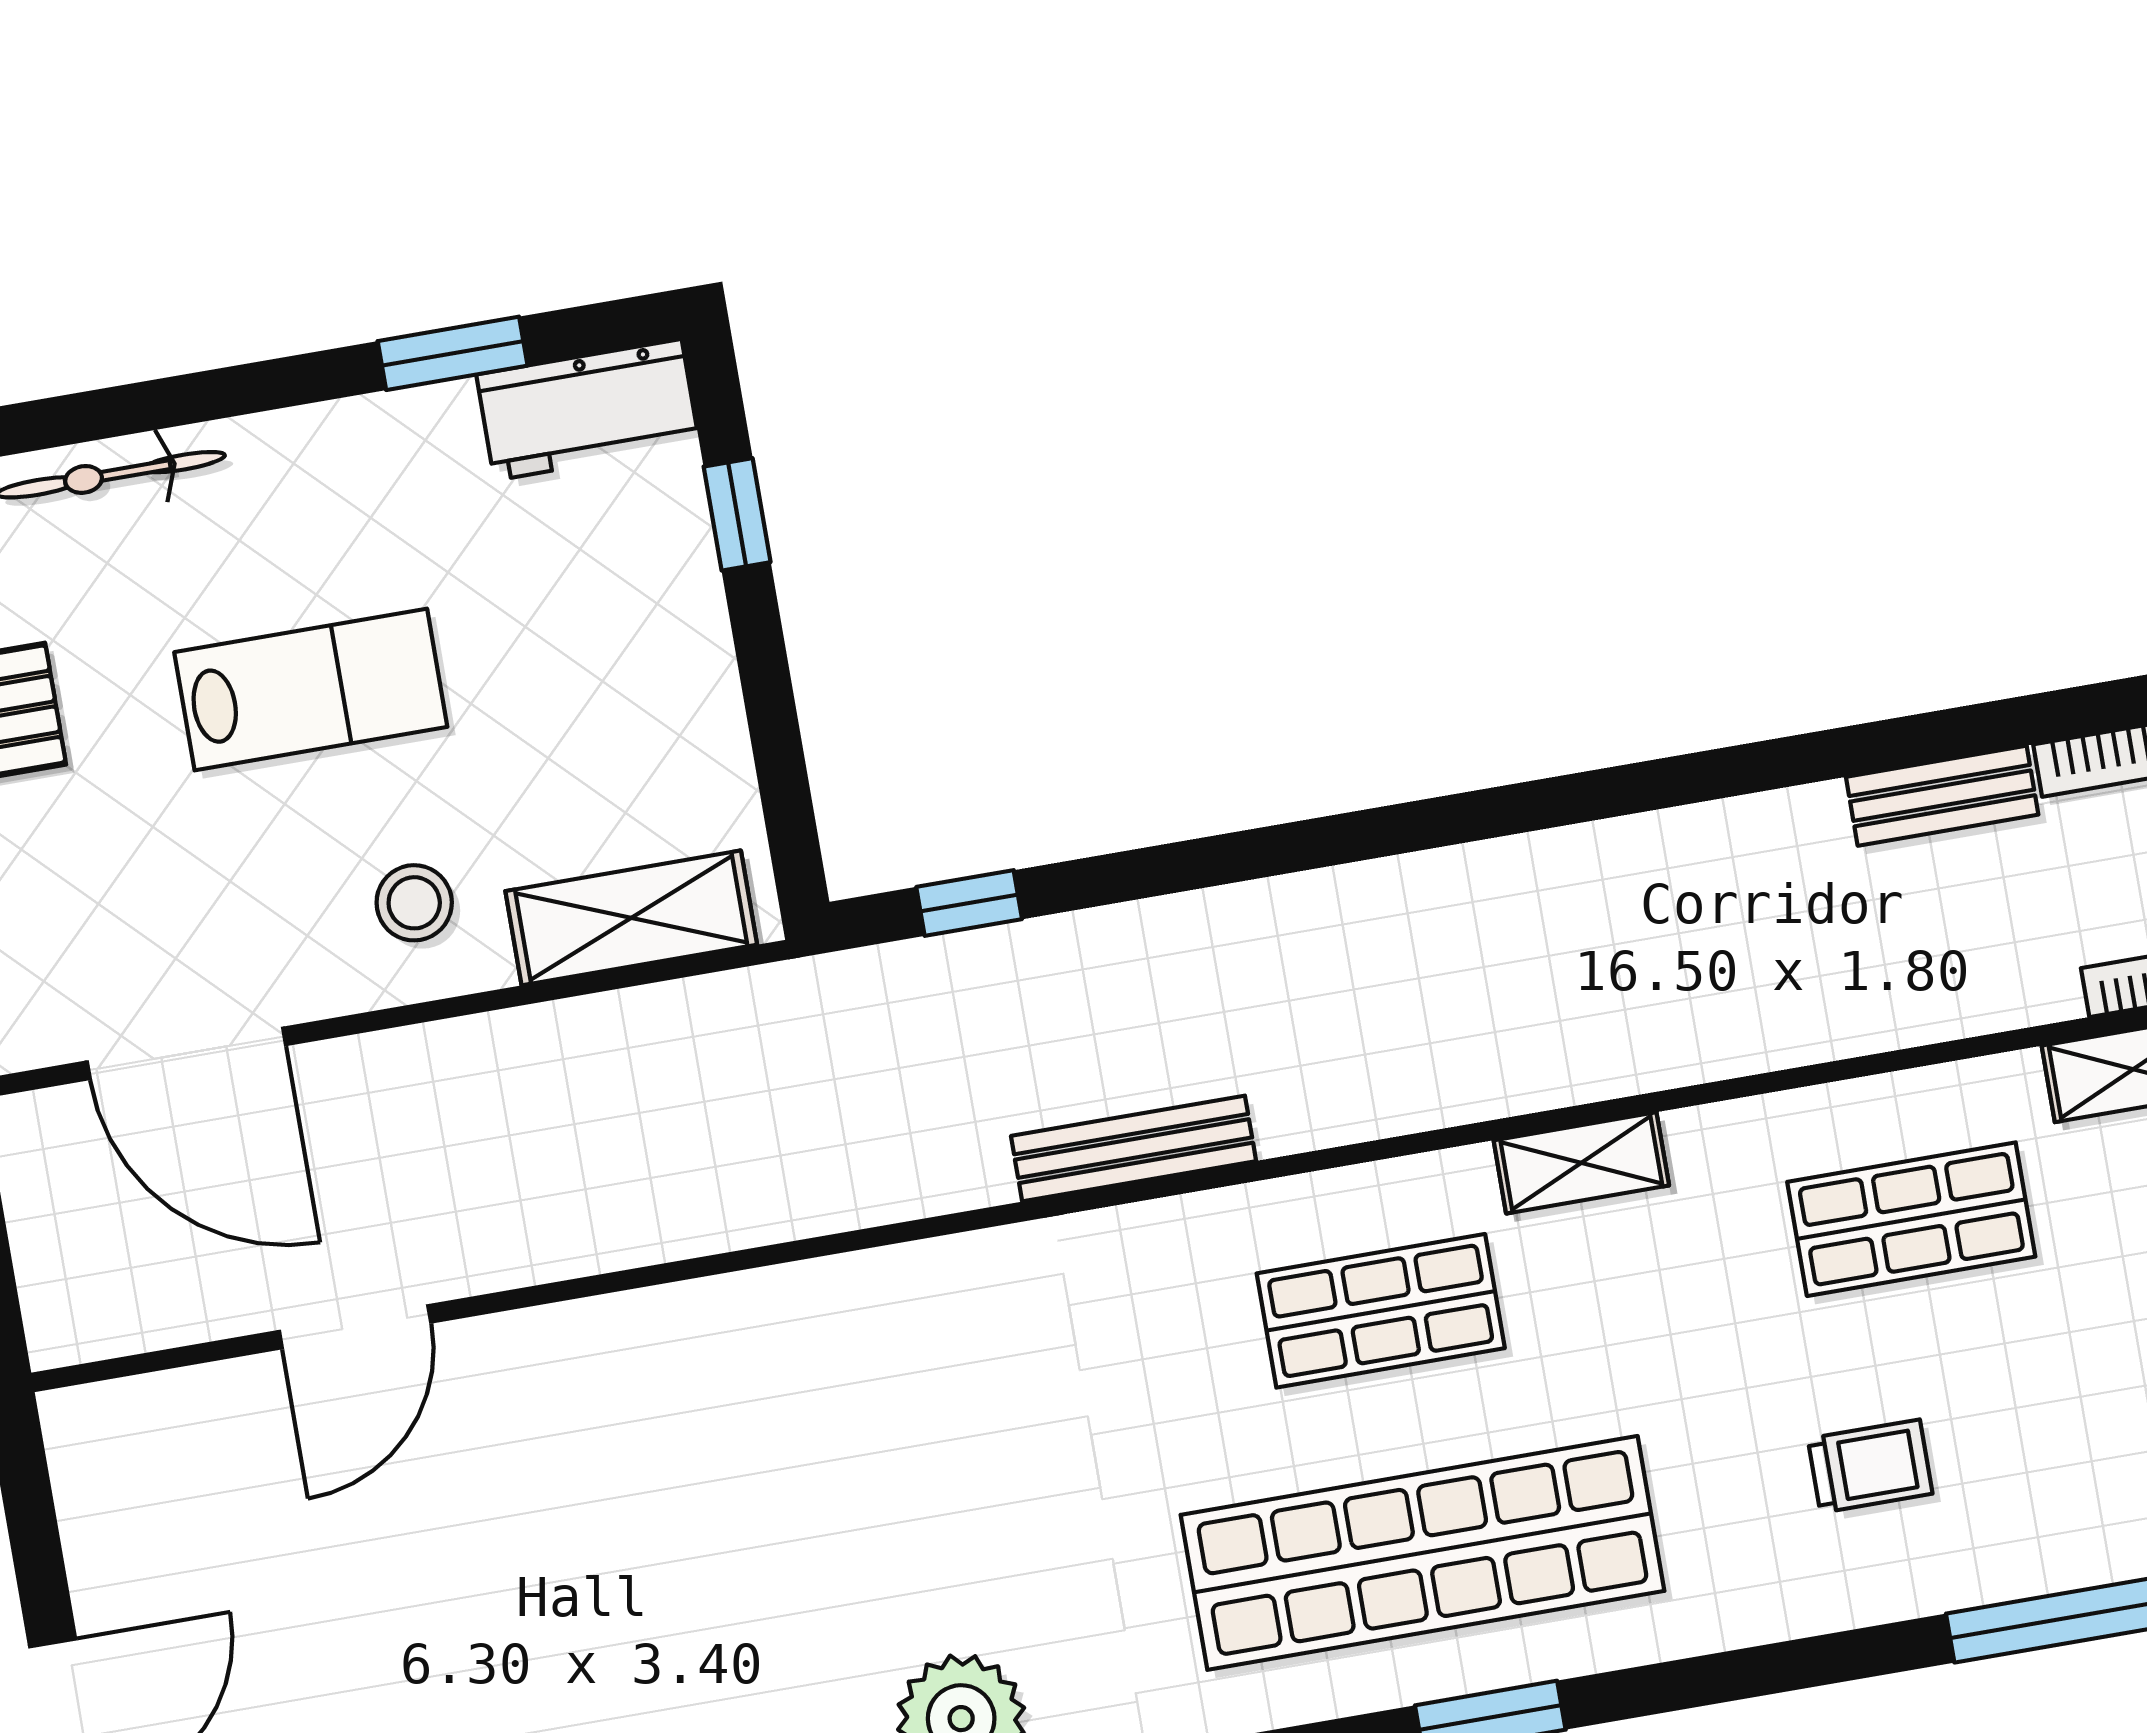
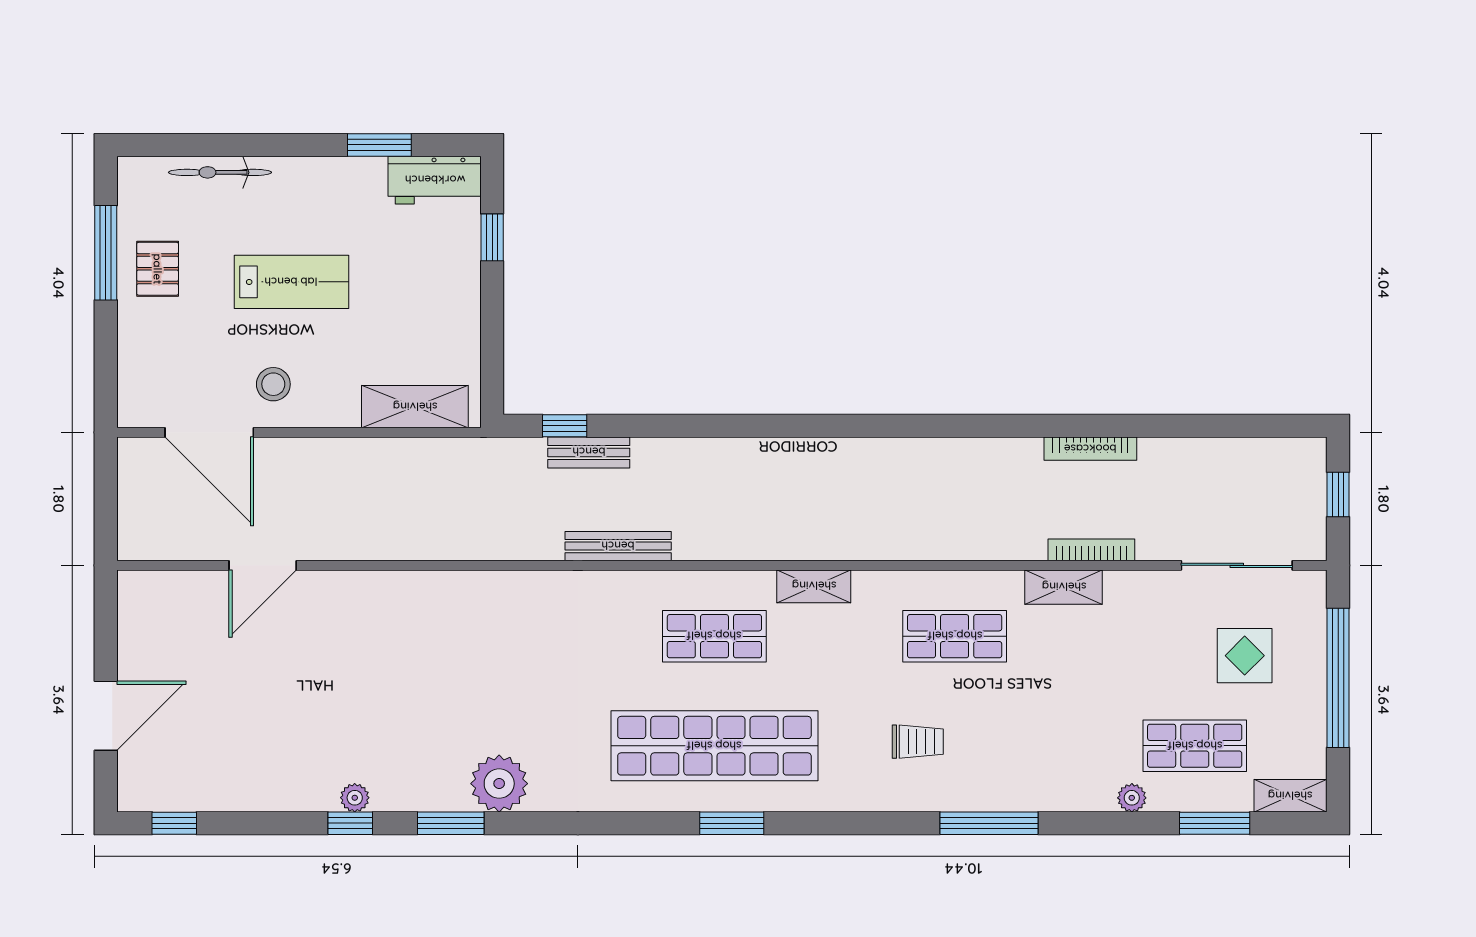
bench: (1942, 796) -> (589, 452), moved
stool: (414, 903) -> (273, 384), moved

